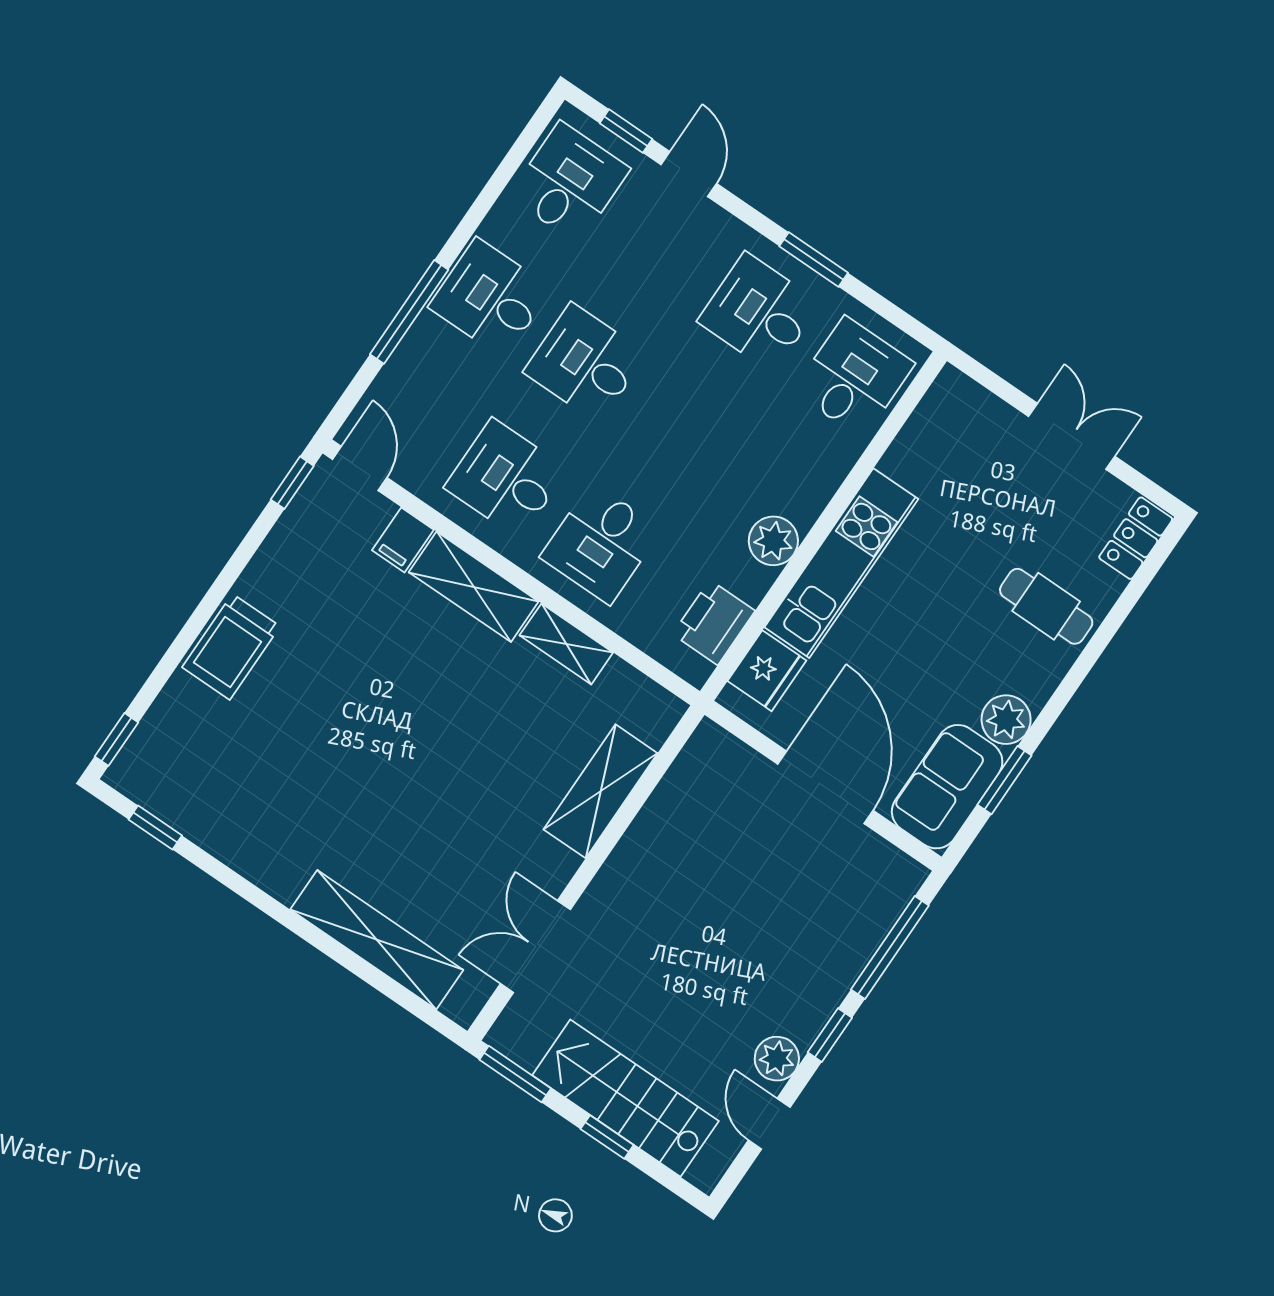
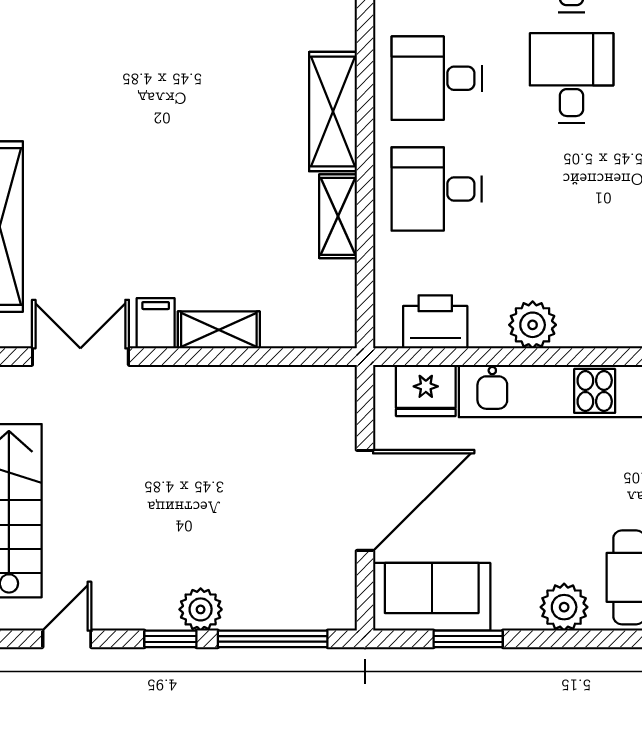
desk: (506, 478) -> (437, 78), turned -90
filing cabinet: (403, 540) -> (156, 323), moved, turned 90
plant: (1006, 720) -> (564, 607), moved
shelving: (601, 791) -> (219, 330), width x0.67, depth x0.75
plant: (777, 1059) -> (201, 609), moved

